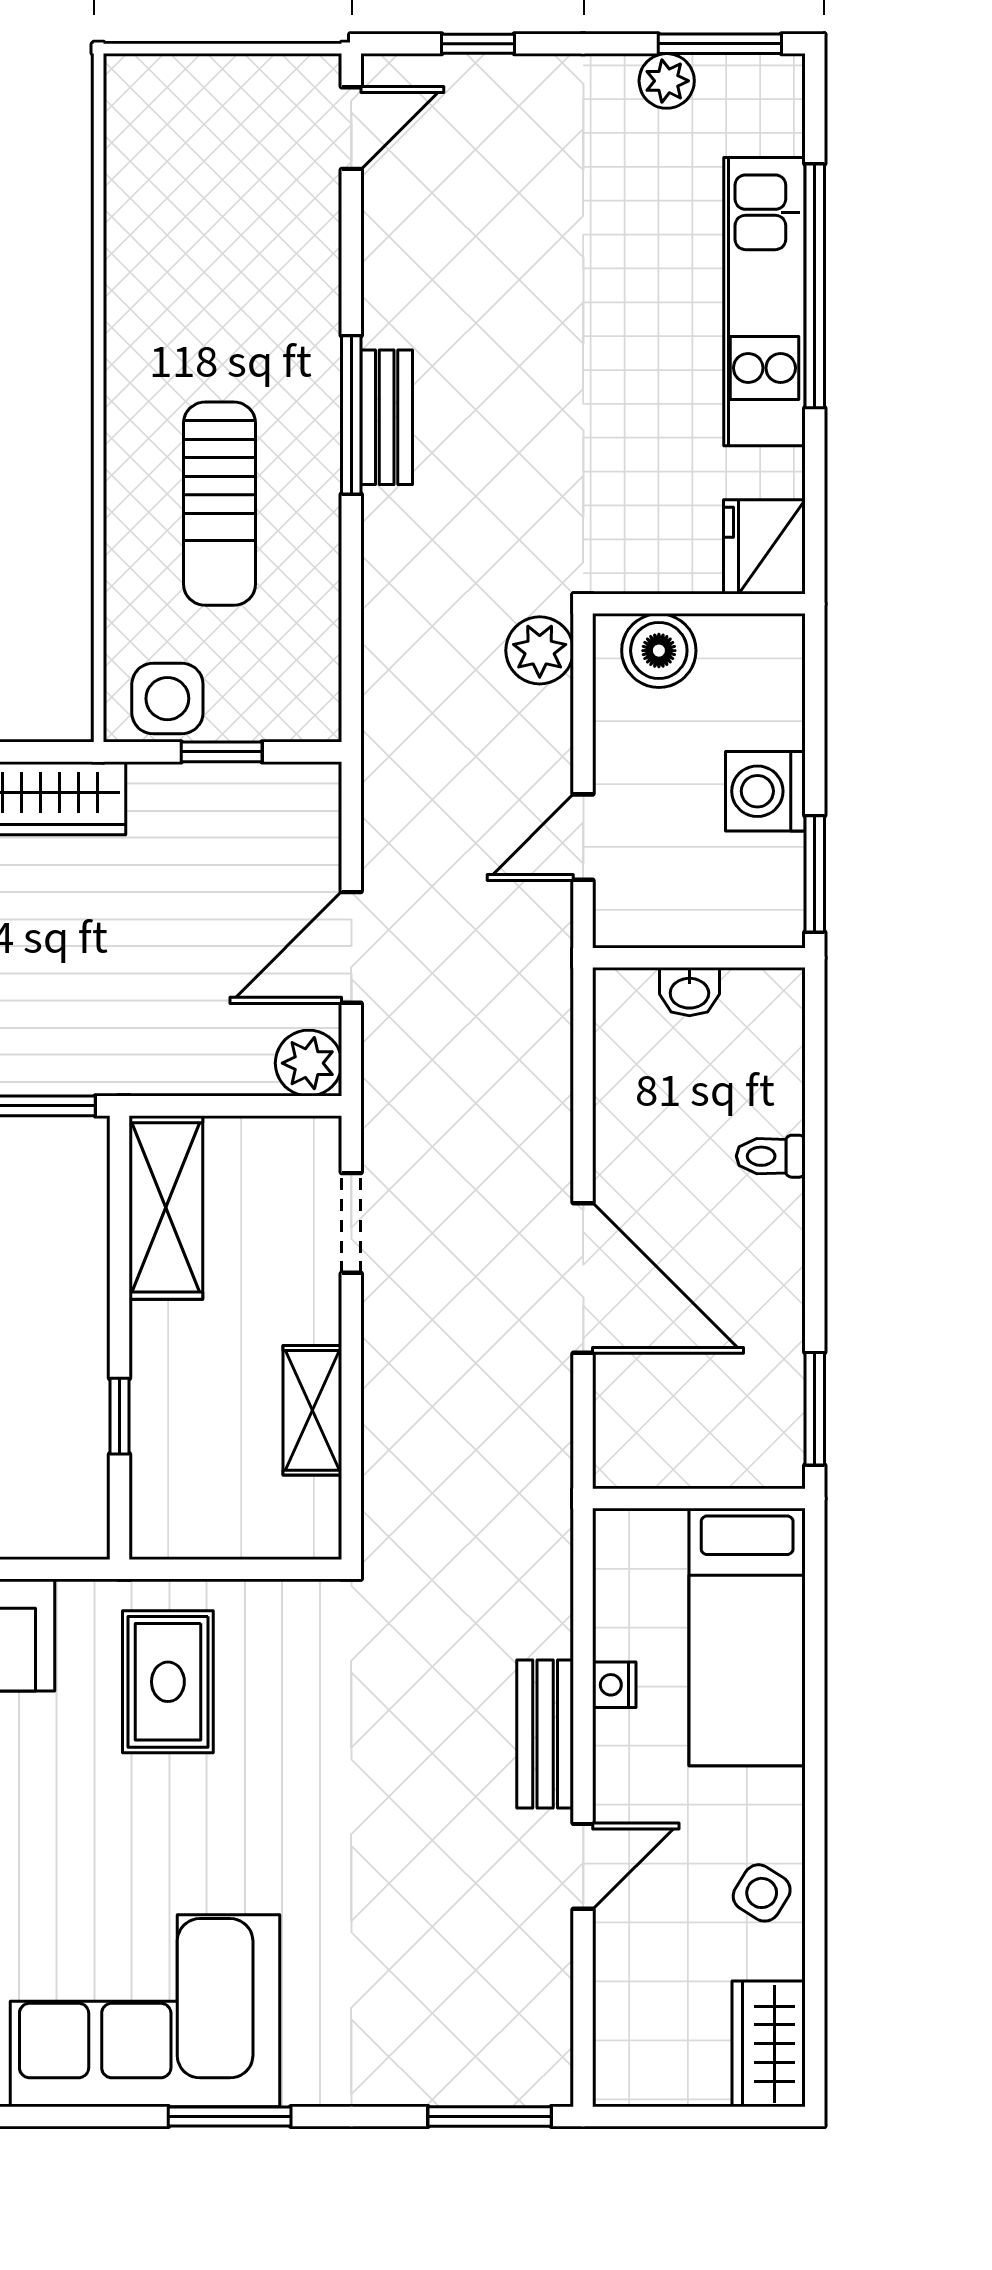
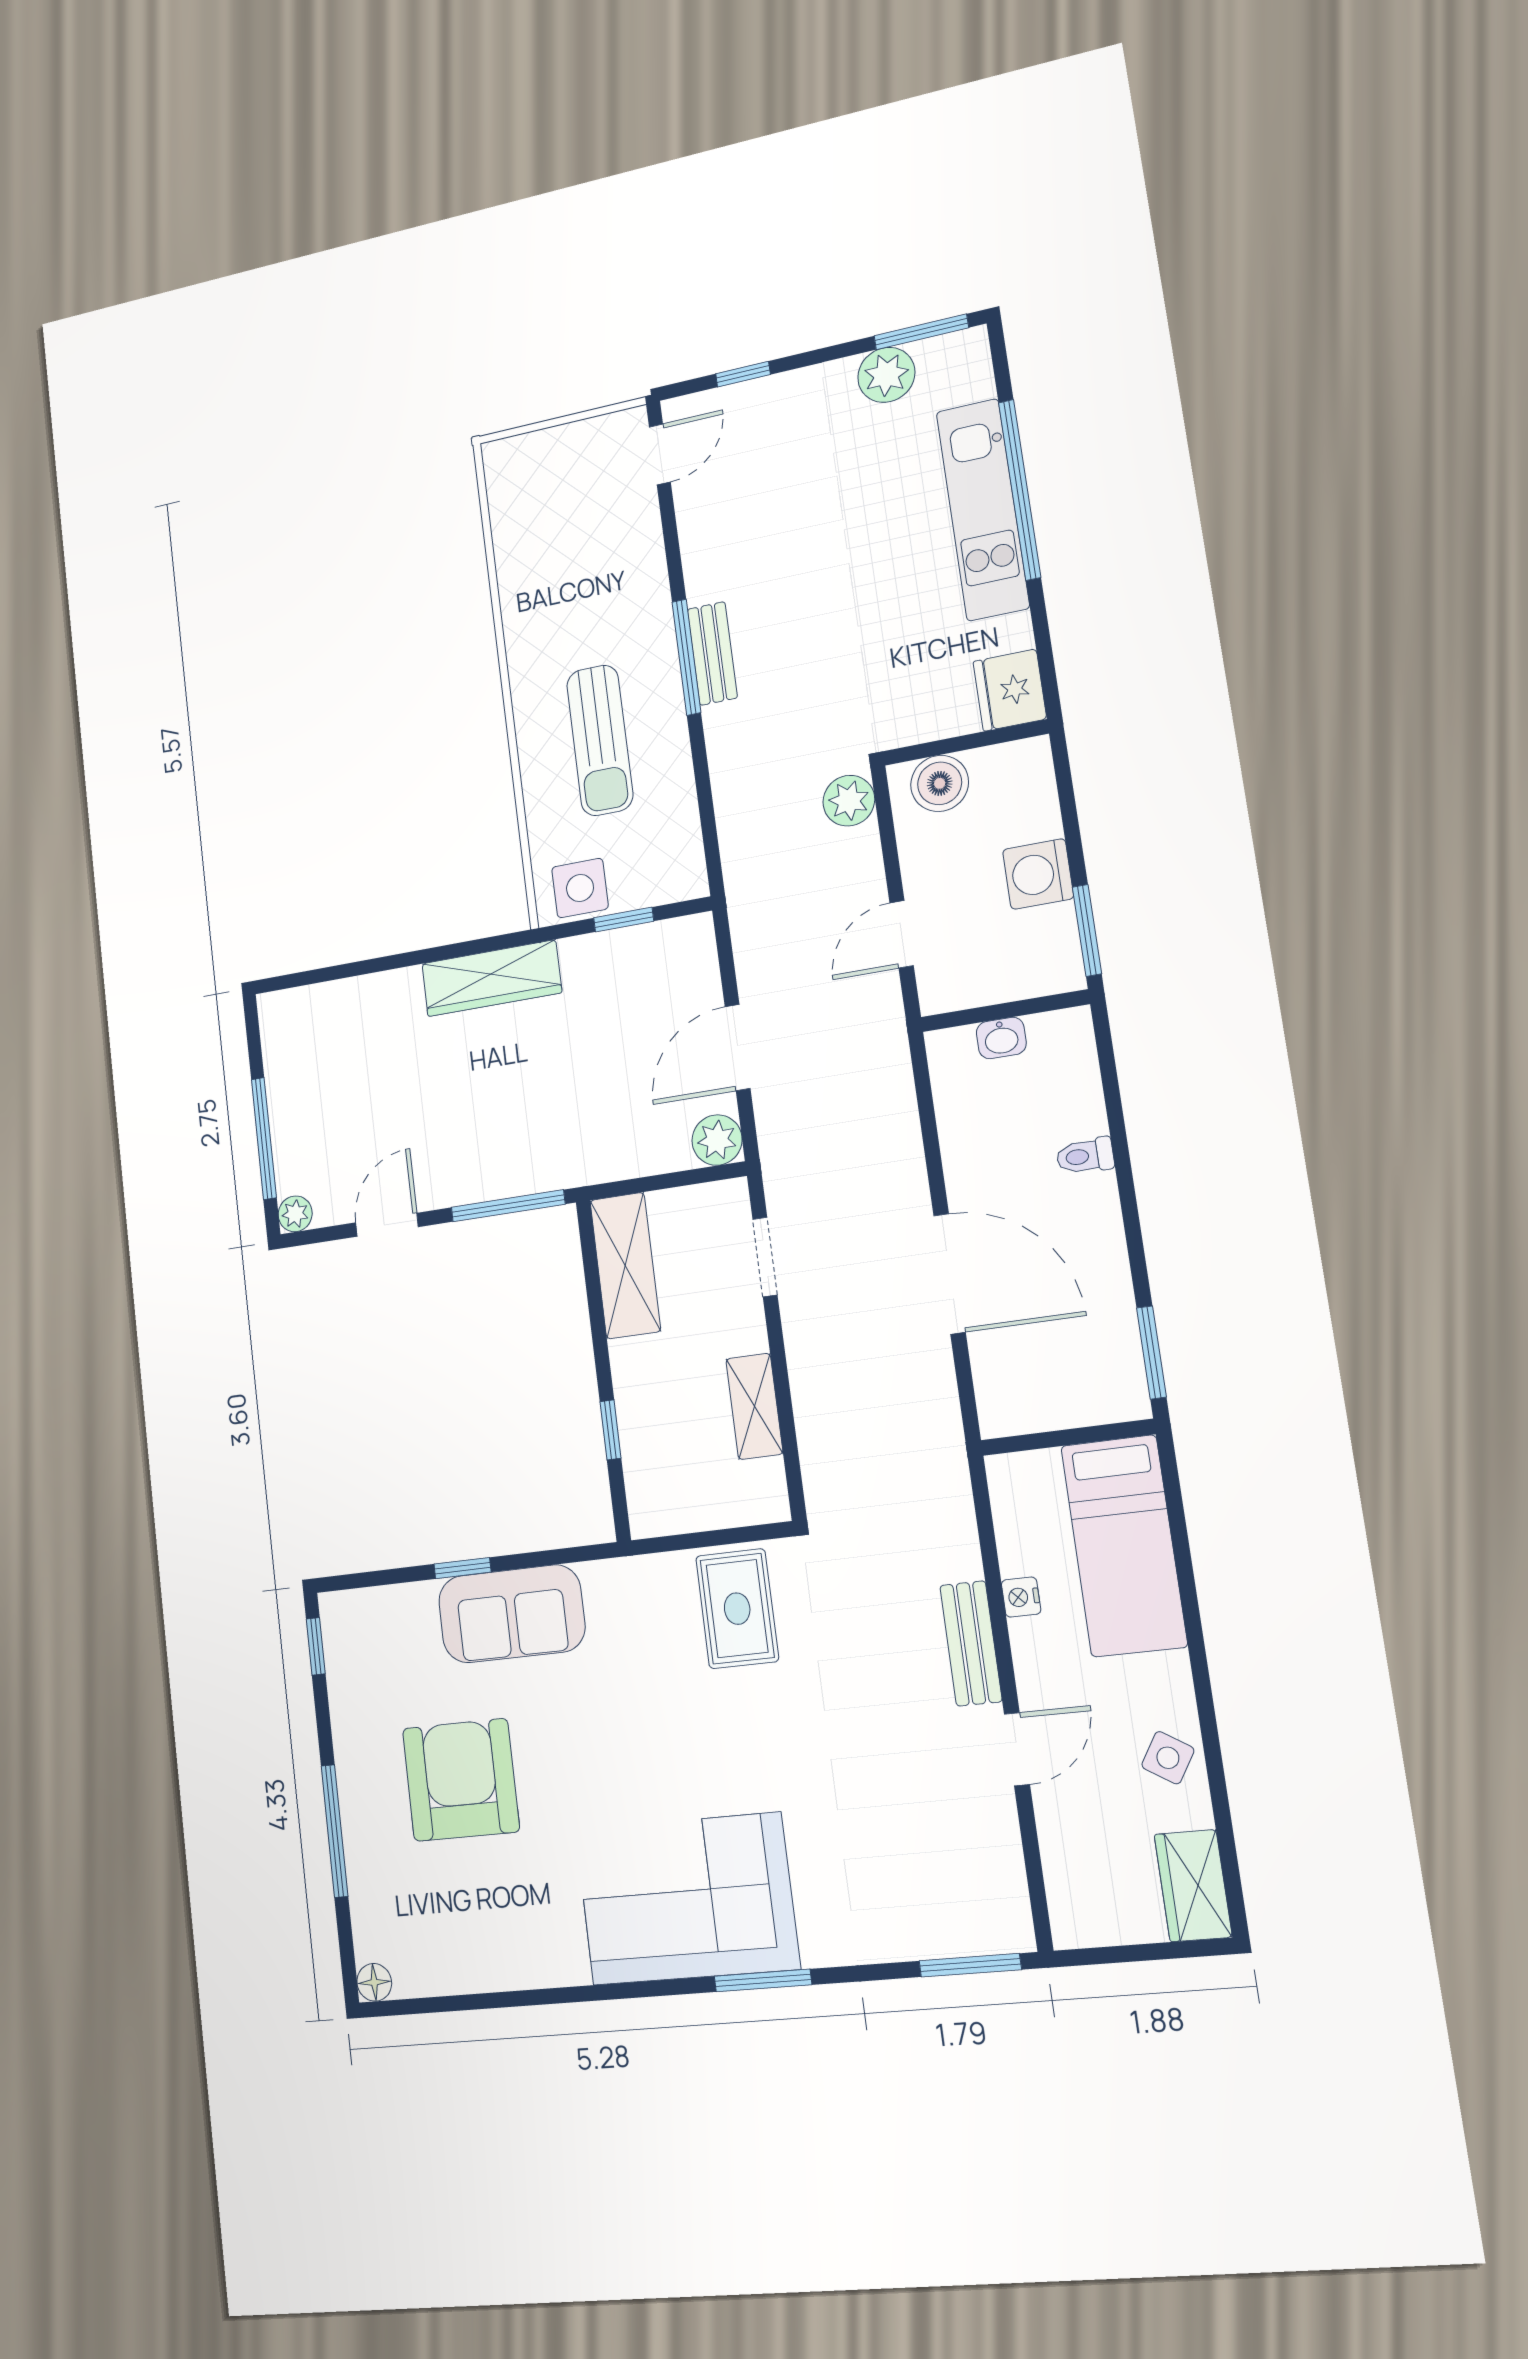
plant: (667, 81) -> (886, 375), width x1.38, depth x1.38
rug: (168, 1682) -> (737, 1609), moved

